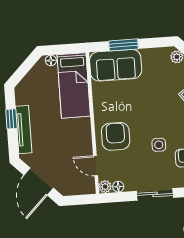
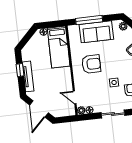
window: (123, 45) -> (89, 20), width x1.44
sofa: (116, 65) -> (96, 32), moved
armchair: (116, 136) -> (91, 64), moved, turned 90

